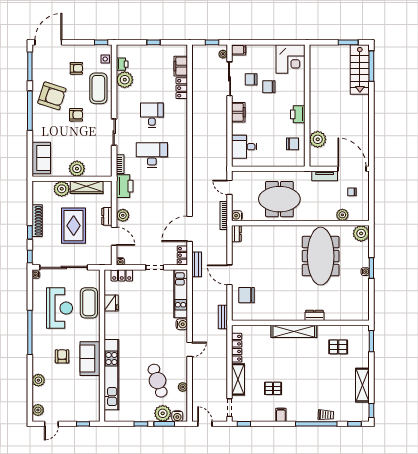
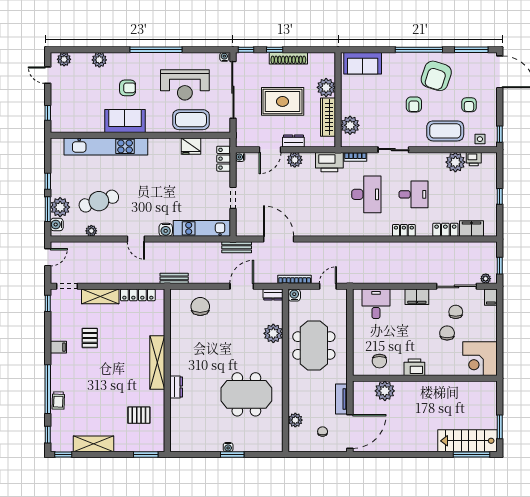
plant: (77, 169) -> (350, 125), moved
plant: (361, 233) -> (273, 333), moved
locker: (182, 255) -> (404, 230), moved
meeting table: (321, 256) -> (246, 394), width x0.73
door: (230, 275) -> (242, 286), moved
pallet: (338, 347) -> (139, 415), turned 90

